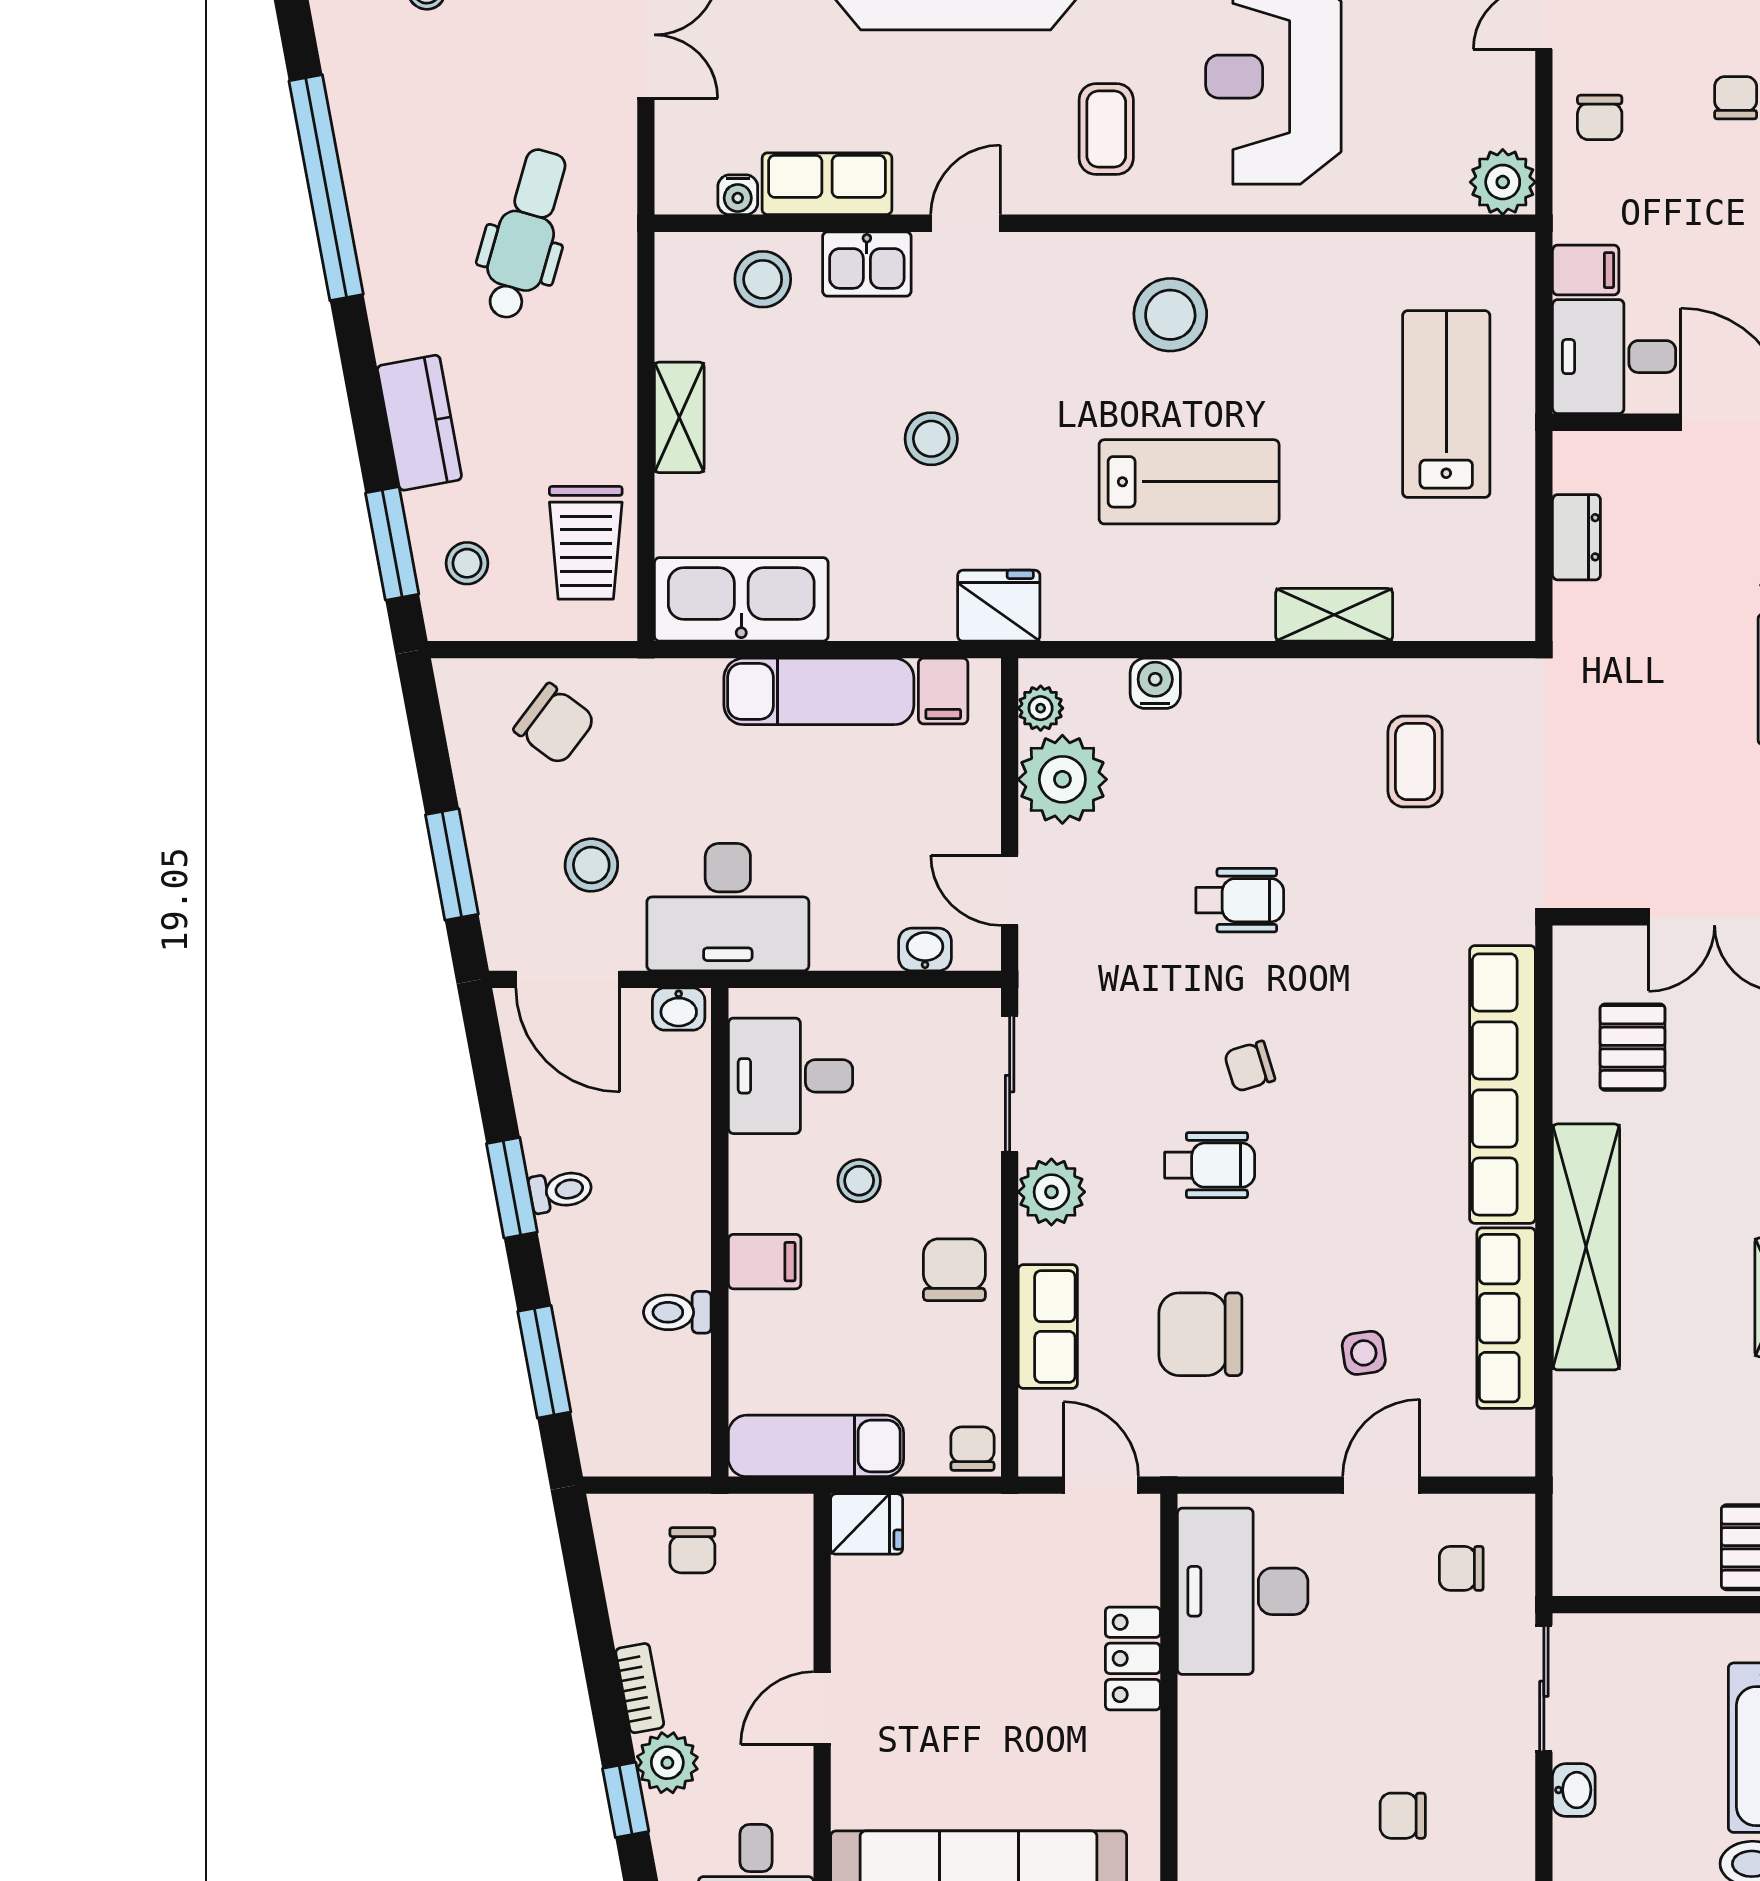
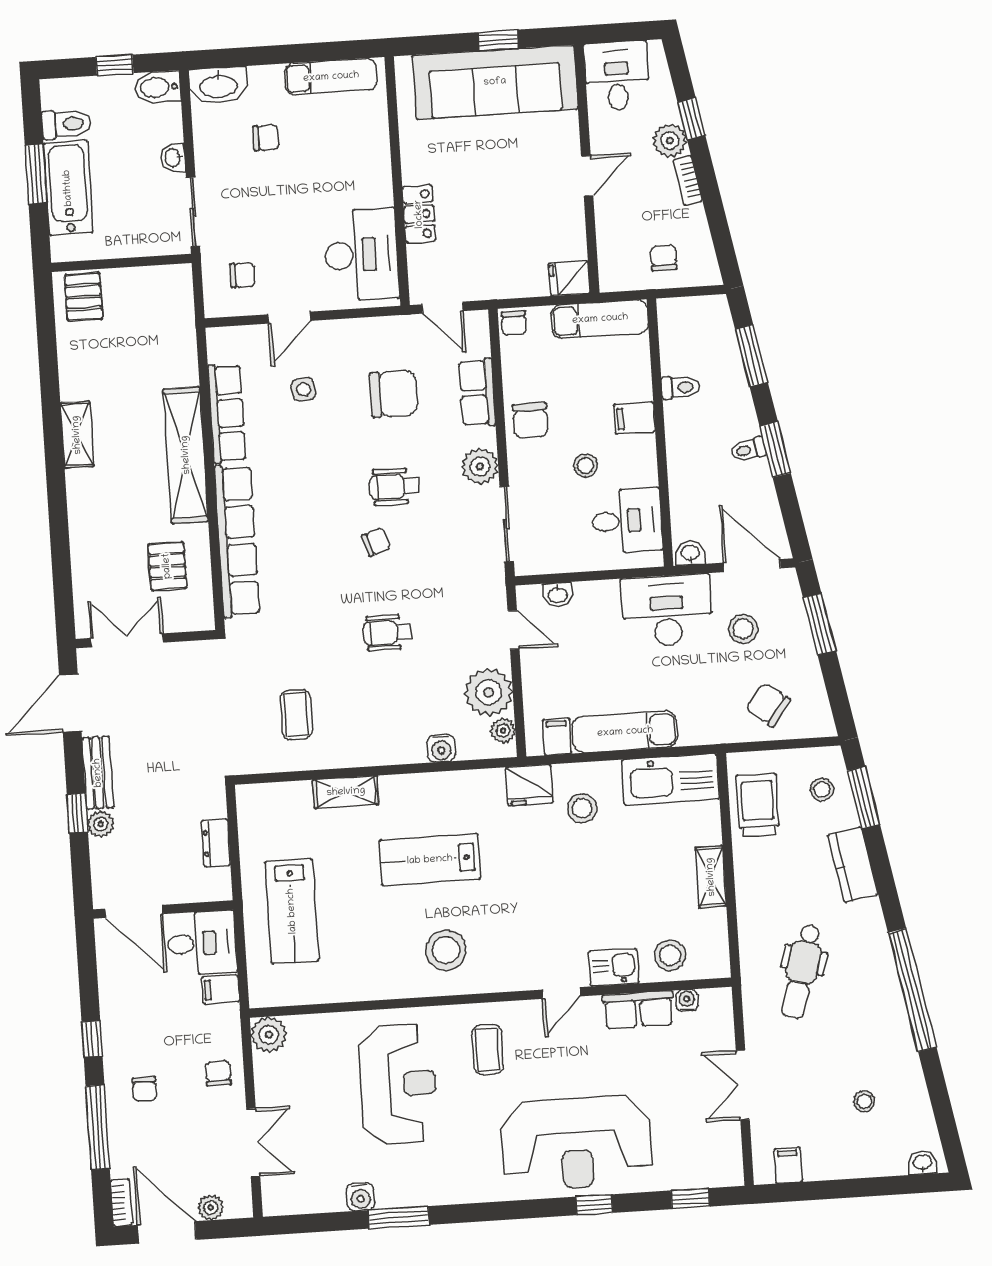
stool: (931, 439) -> (582, 808), moved

